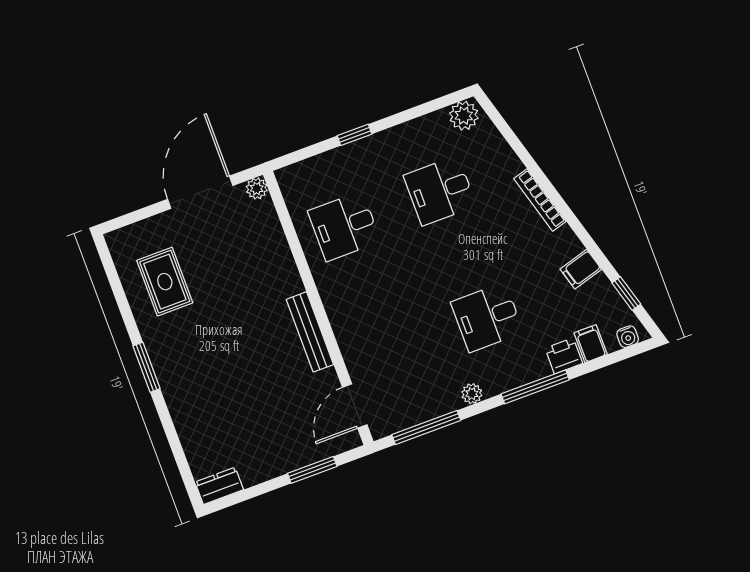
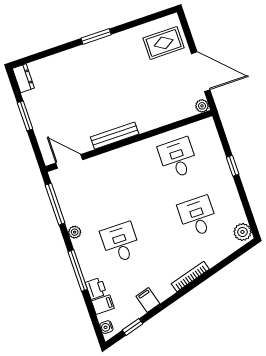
rug: (165, 282) -> (164, 43), moved
window: (312, 470) -> (25, 116), moved

